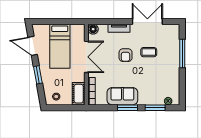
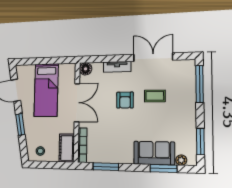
window: (182, 53) -> (200, 84), moved
window: (182, 87) -> (200, 141), added
sofa: (122, 96) -> (154, 153), moved
window: (128, 108) -> (106, 167), moved

